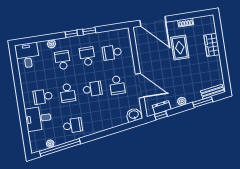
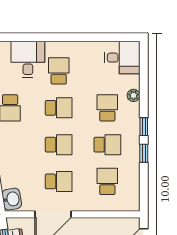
school desk: (63, 60) -> (107, 108), turned -90
school desk: (117, 85) -> (59, 181), turned 180
school desk: (92, 89) -> (59, 145), turned -90
school desk: (68, 93) -> (59, 108), turned 180

